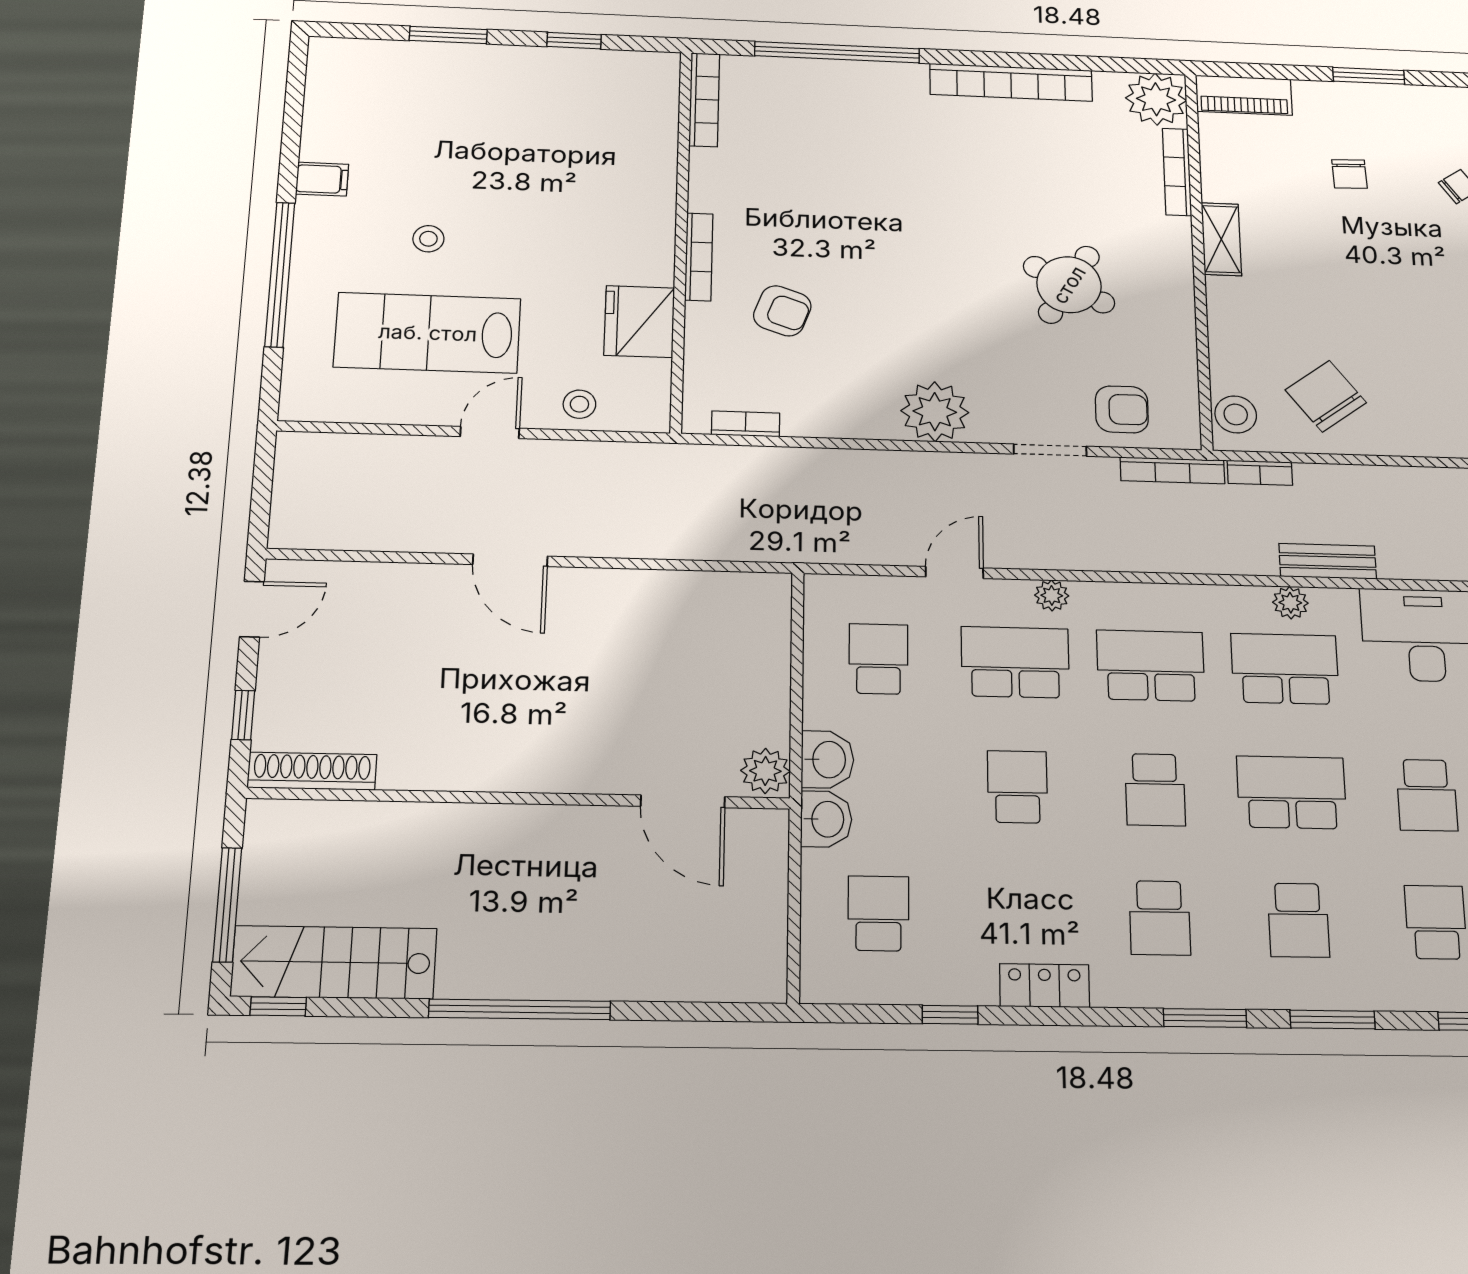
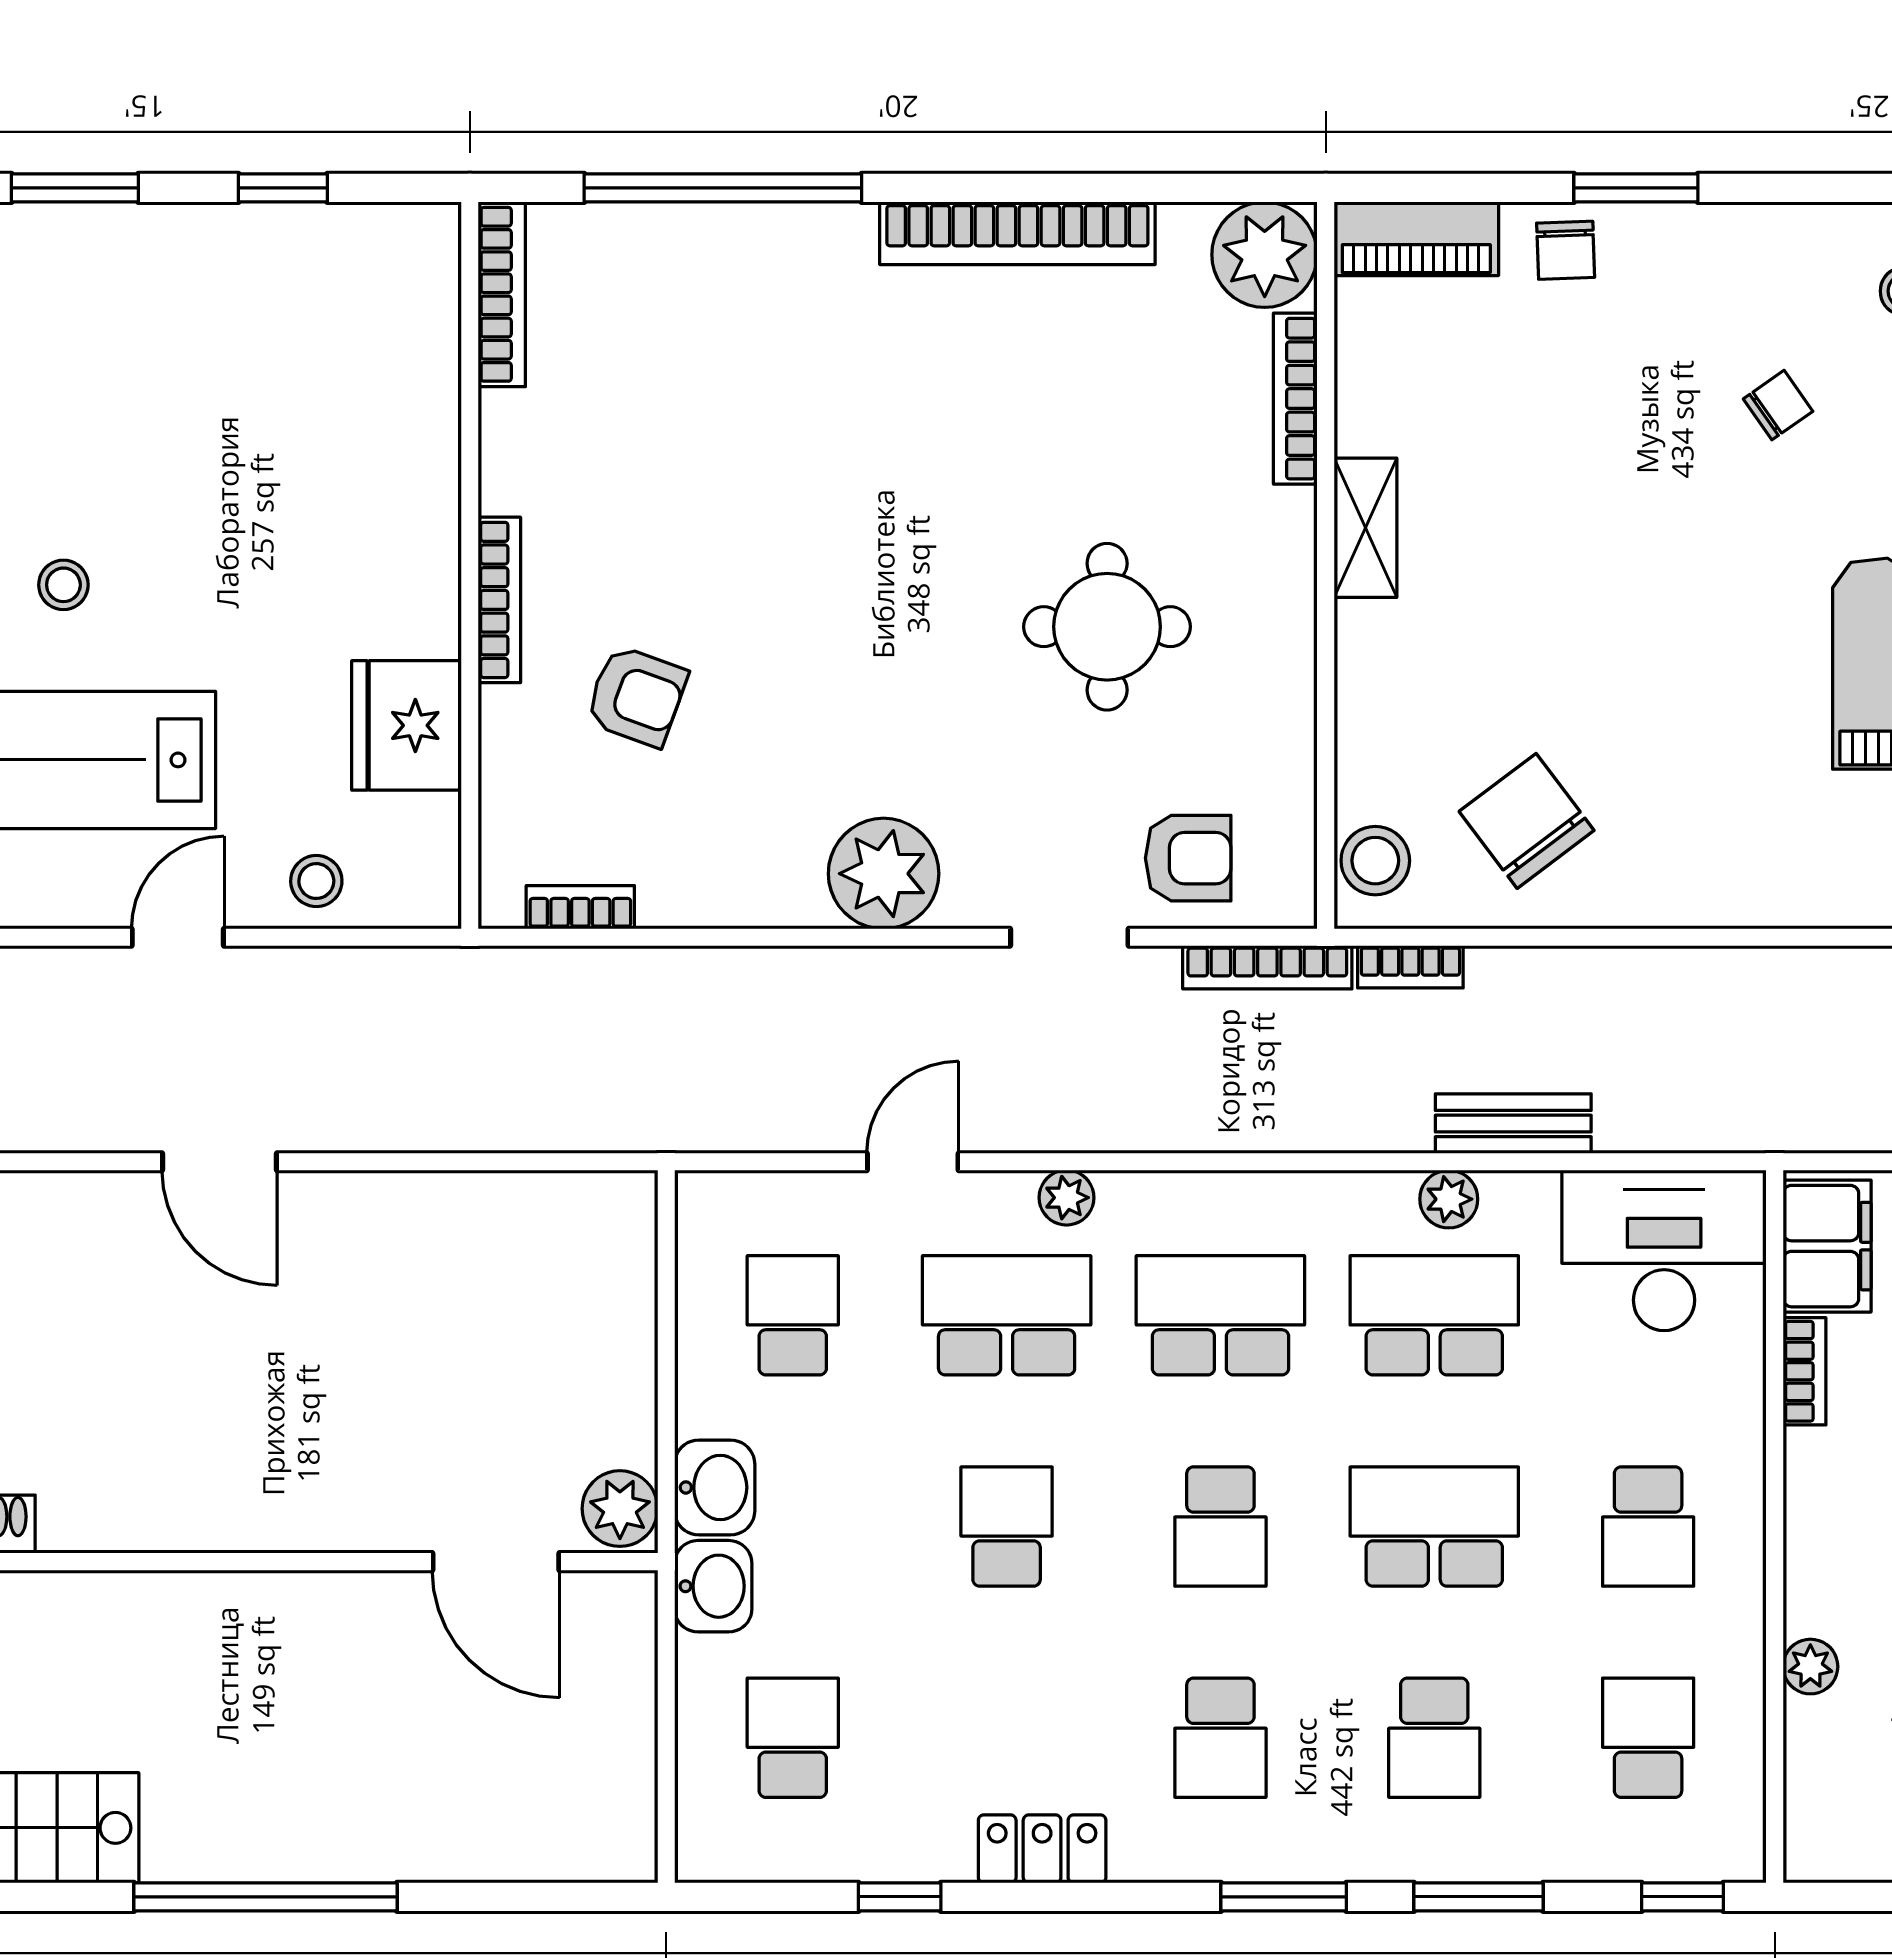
chair: (1350, 174) -> (1566, 250), moved
round table: (1069, 285) -> (1107, 627), turned -30

